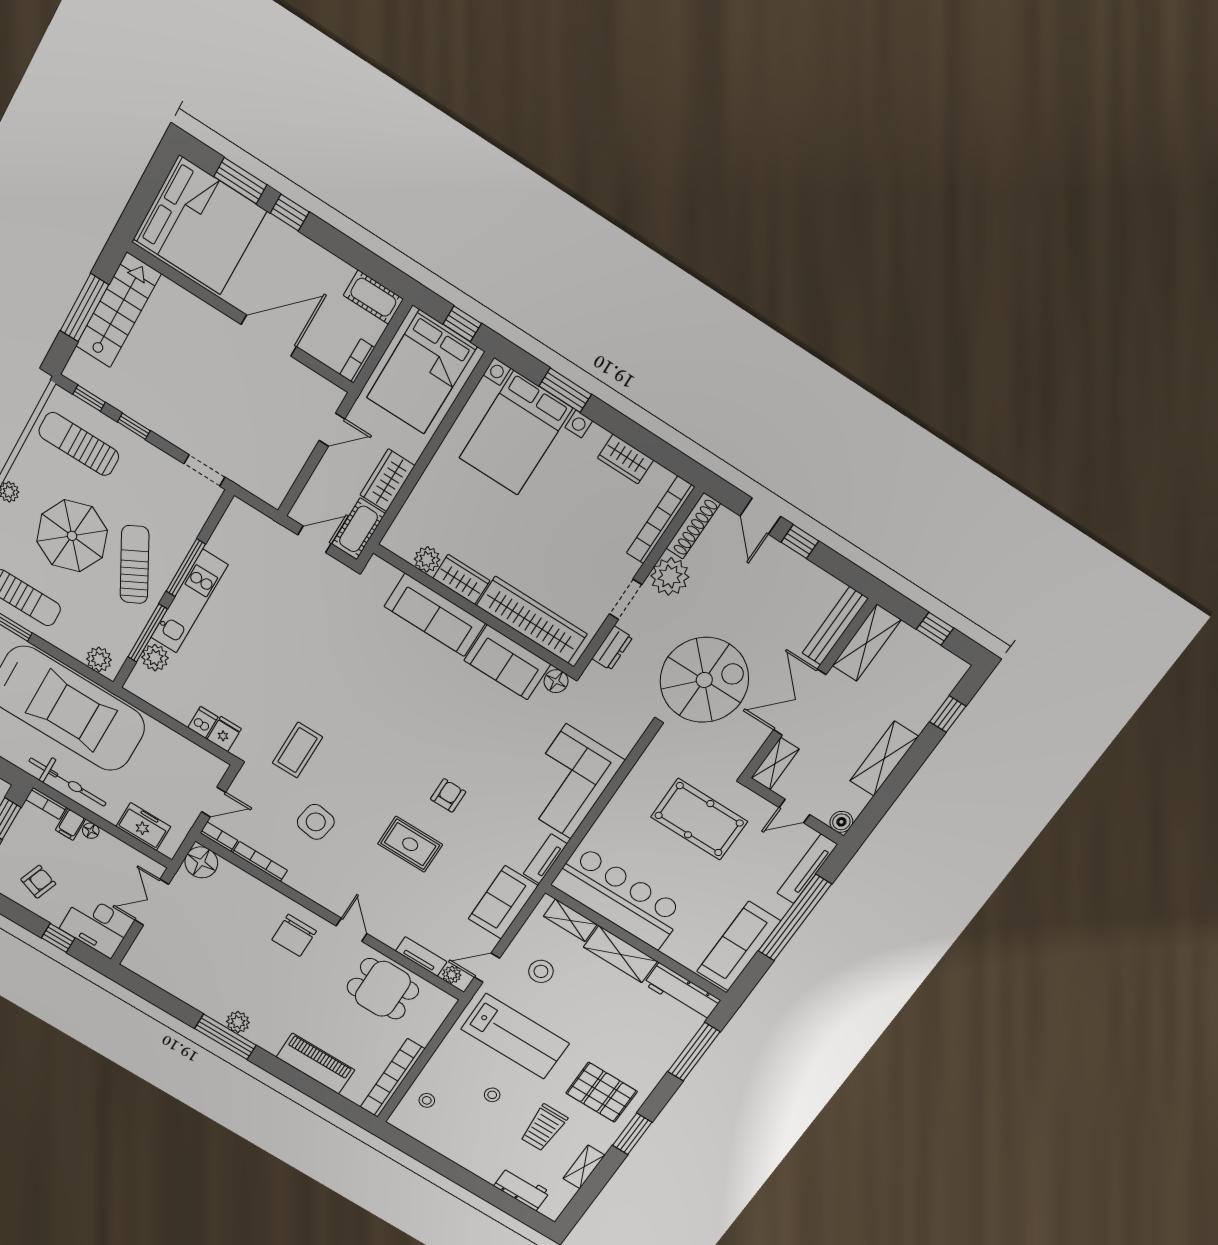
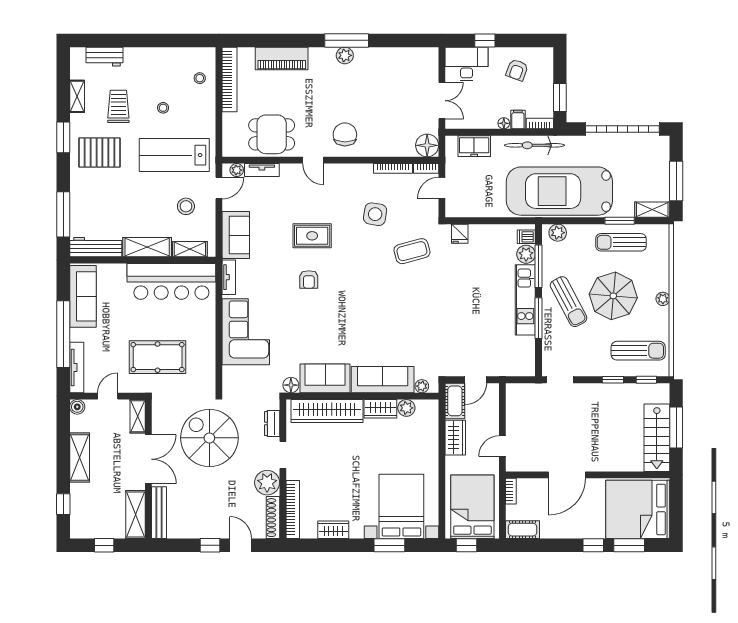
plant: (389, 575) -> (422, 386), added
spiral stairs: (704, 680) -> (209, 438), turned 90
dishwasher: (203, 722) -> (526, 237), moved, turned 90
coffee table: (297, 750) -> (412, 251), turned 75

